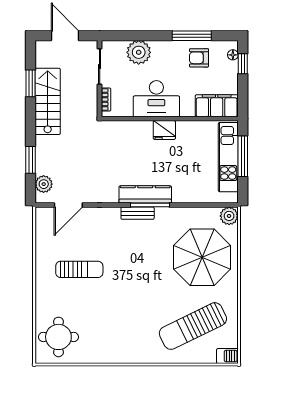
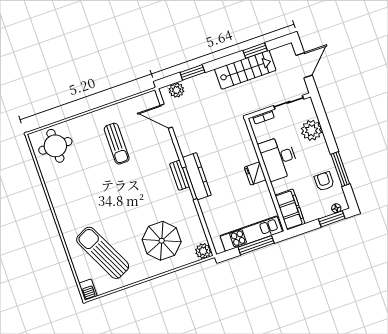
window: (243, 64) -> (332, 219), width x1.50
parasol: (202, 257) -> (162, 241), width x0.73, depth x0.73

